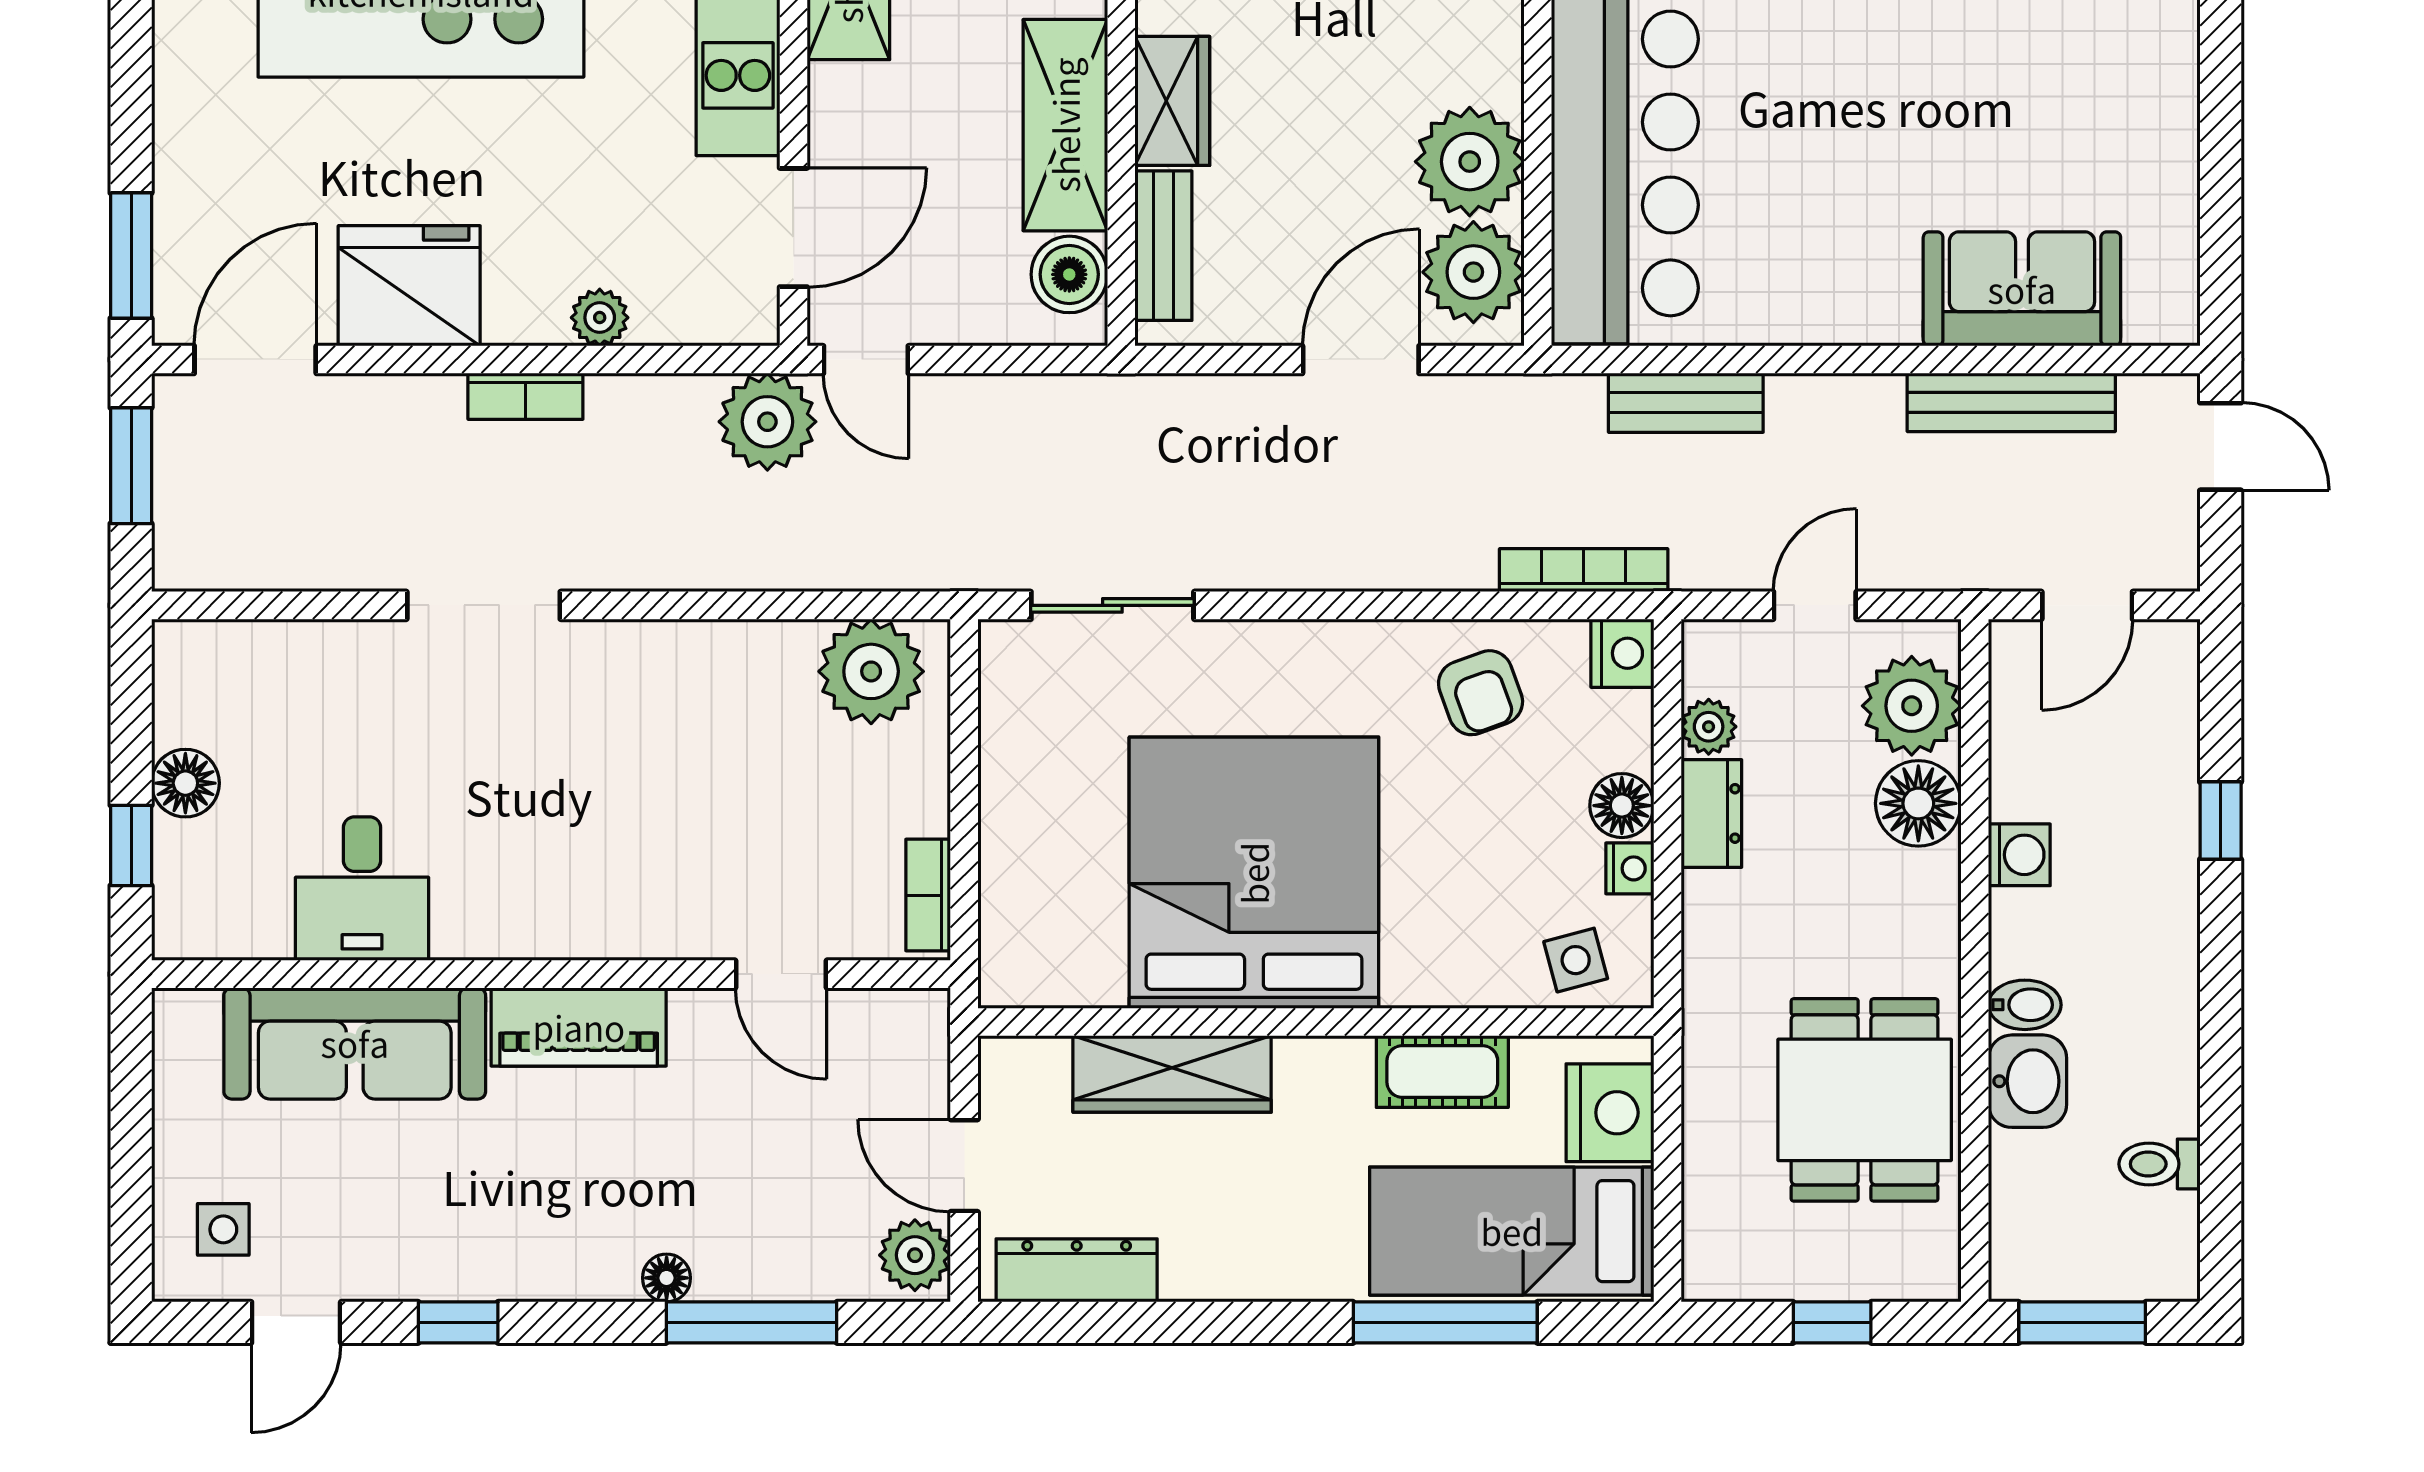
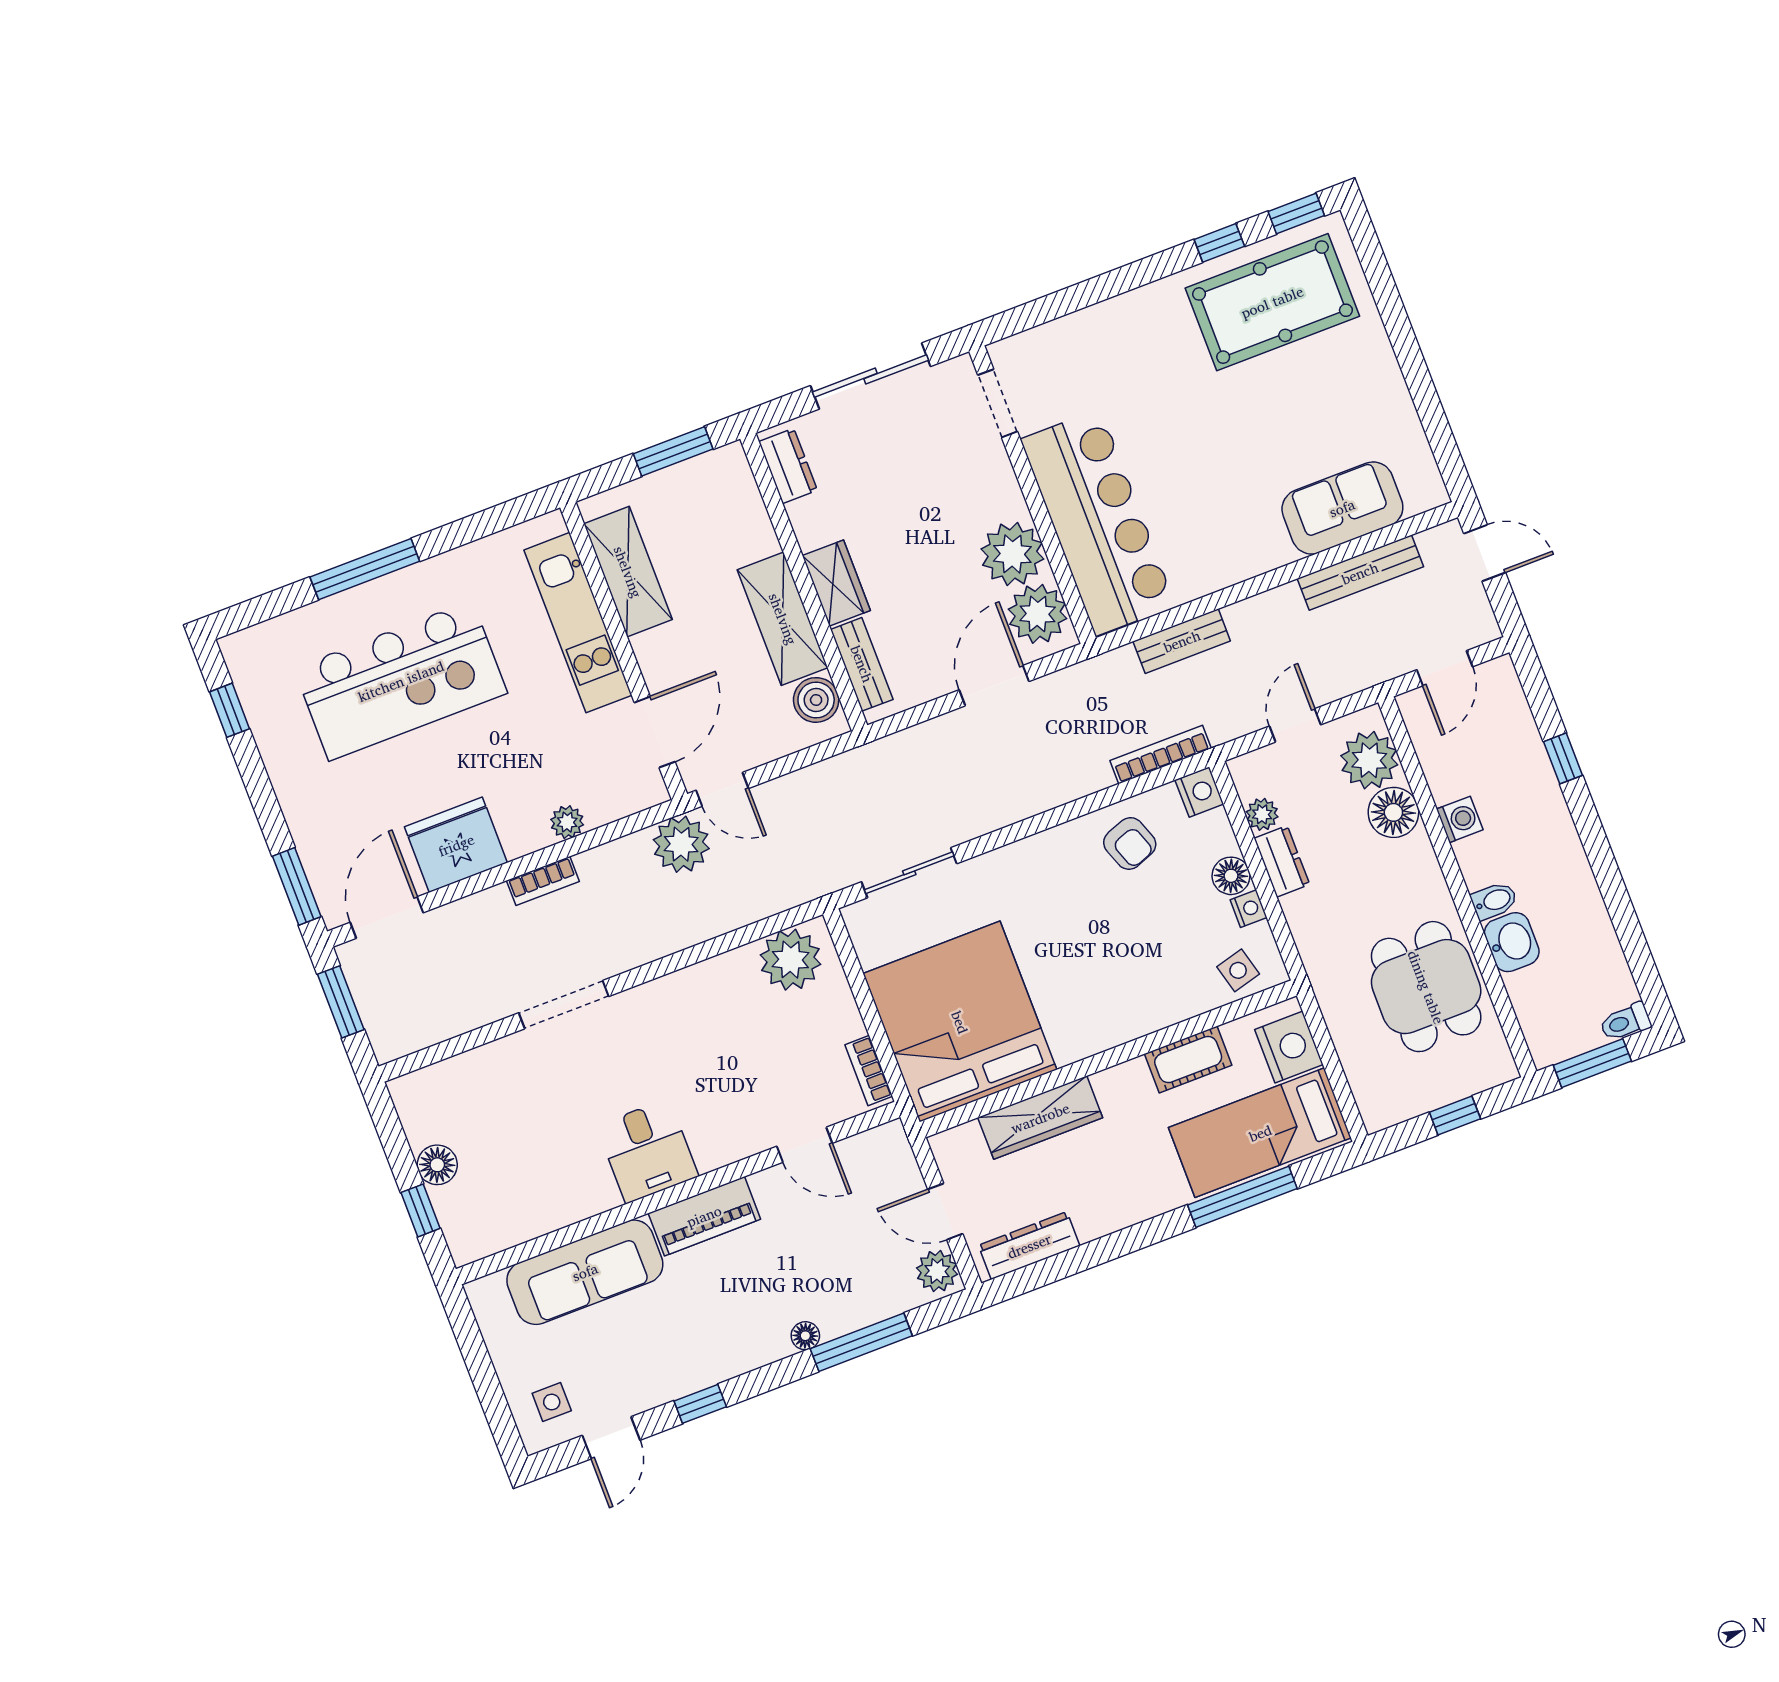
bed: (1254, 873) -> (960, 1022), moved
desk: (362, 889) -> (647, 1151), moved
toilet: (2160, 1164) -> (1625, 1022), moved

